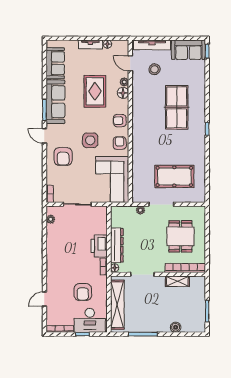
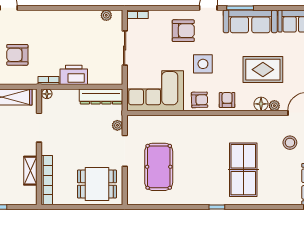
table tennis table: (177, 107) -> (243, 170), turned 90
armchair: (63, 156) -> (183, 31), turned 180
dining table: (180, 236) -> (97, 184), moved
dresser: (117, 245) -> (101, 96), moved

